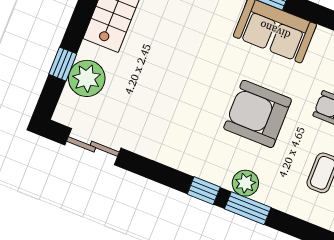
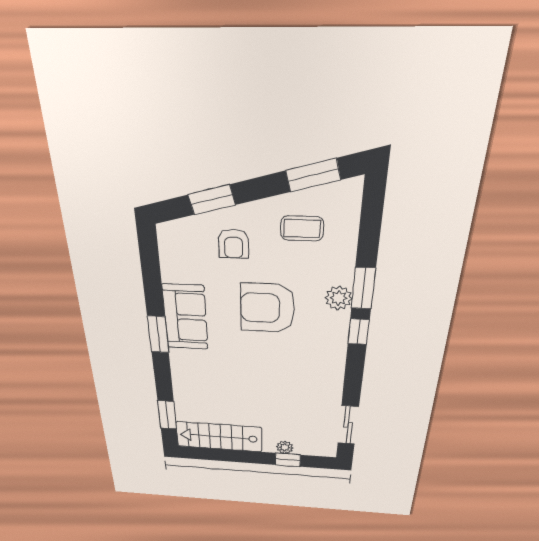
plant: (87, 78) -> (285, 447), width x0.53, depth x0.53
armchair: (258, 114) -> (268, 308), turned 90

